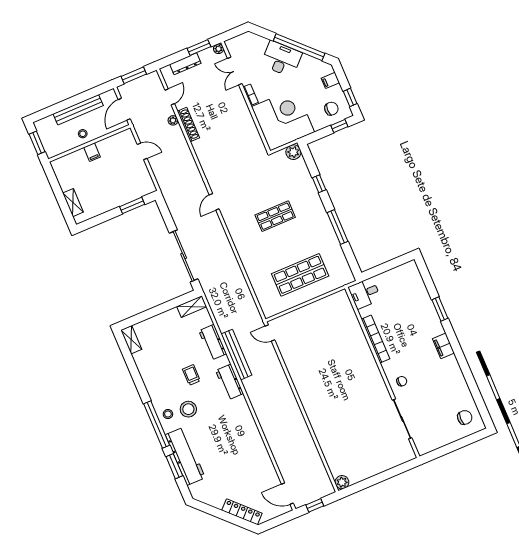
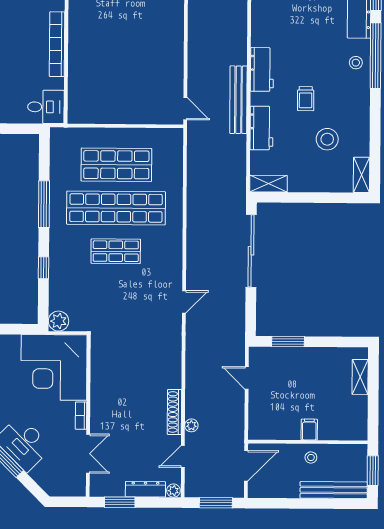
plant: (219, 49) -> (173, 491), moved
bench: (78, 110) -> (334, 490), moved
door: (142, 151) -> (247, 378), moved
shop shelf: (288, 245) -> (116, 208), added
stool: (188, 409) -> (327, 139), moved

